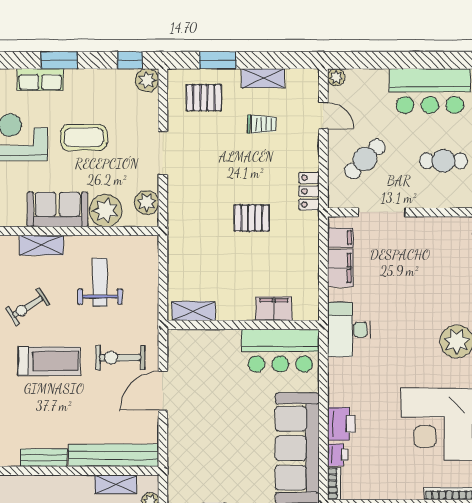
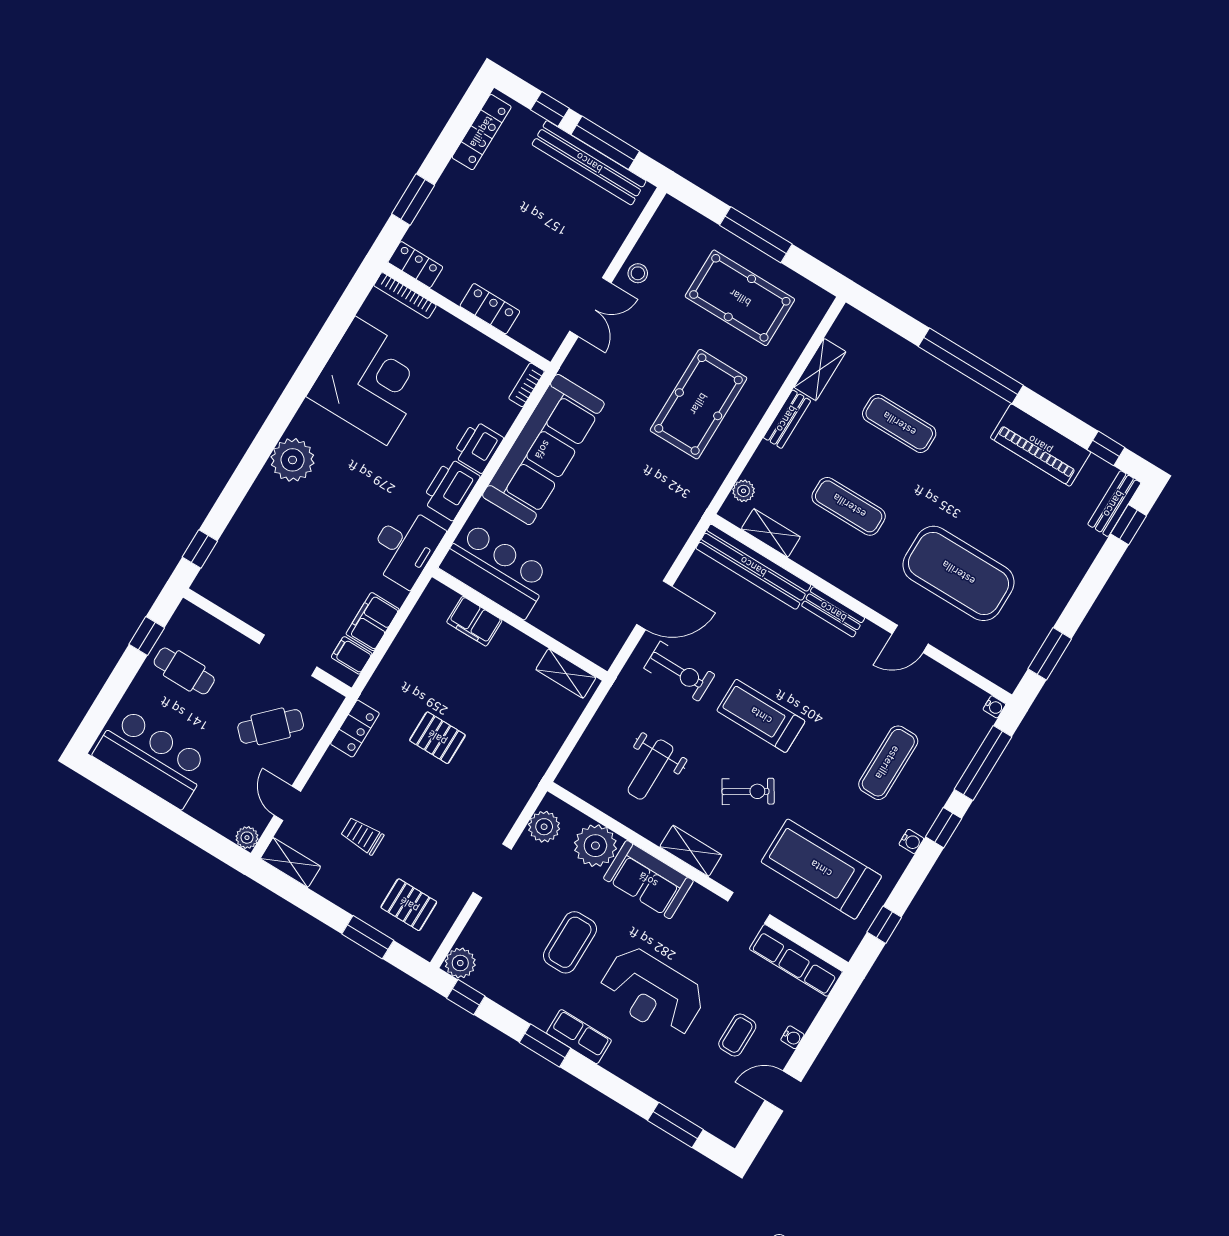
shelving: (263, 78) -> (291, 863), moved
coffee table: (84, 137) -> (570, 942), turned 90
printer: (337, 455) -> (450, 489), moved, width x1.87, depth x1.48

